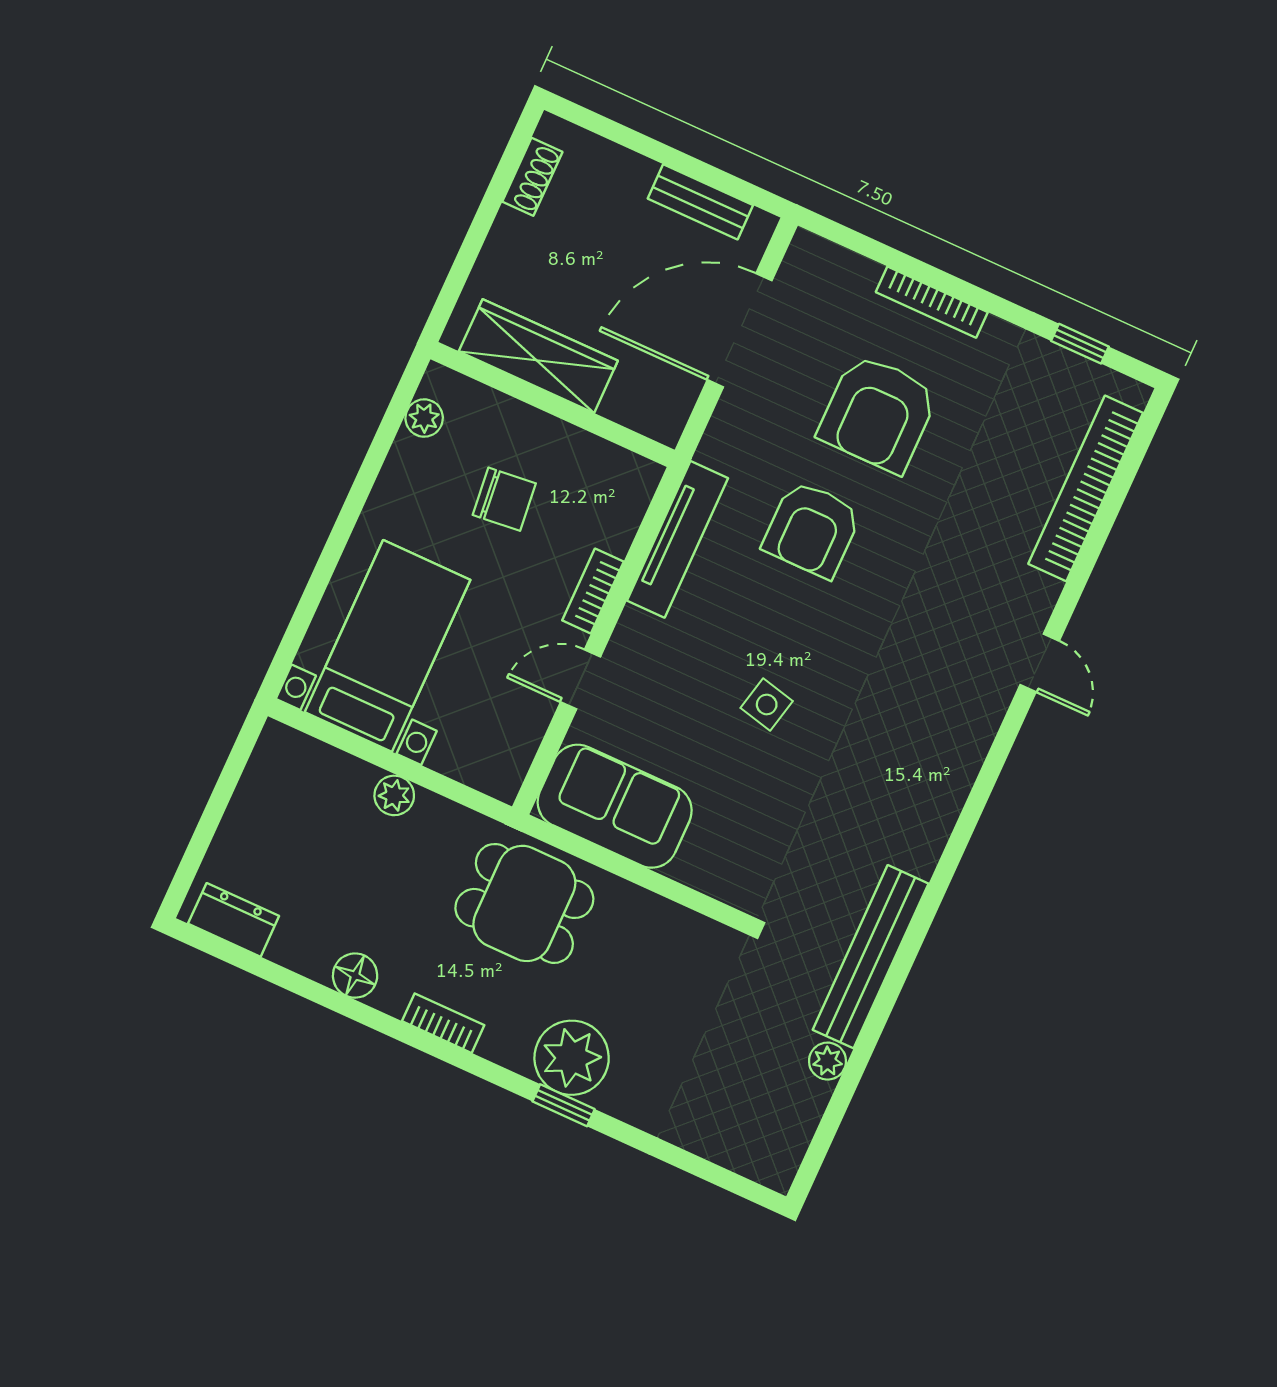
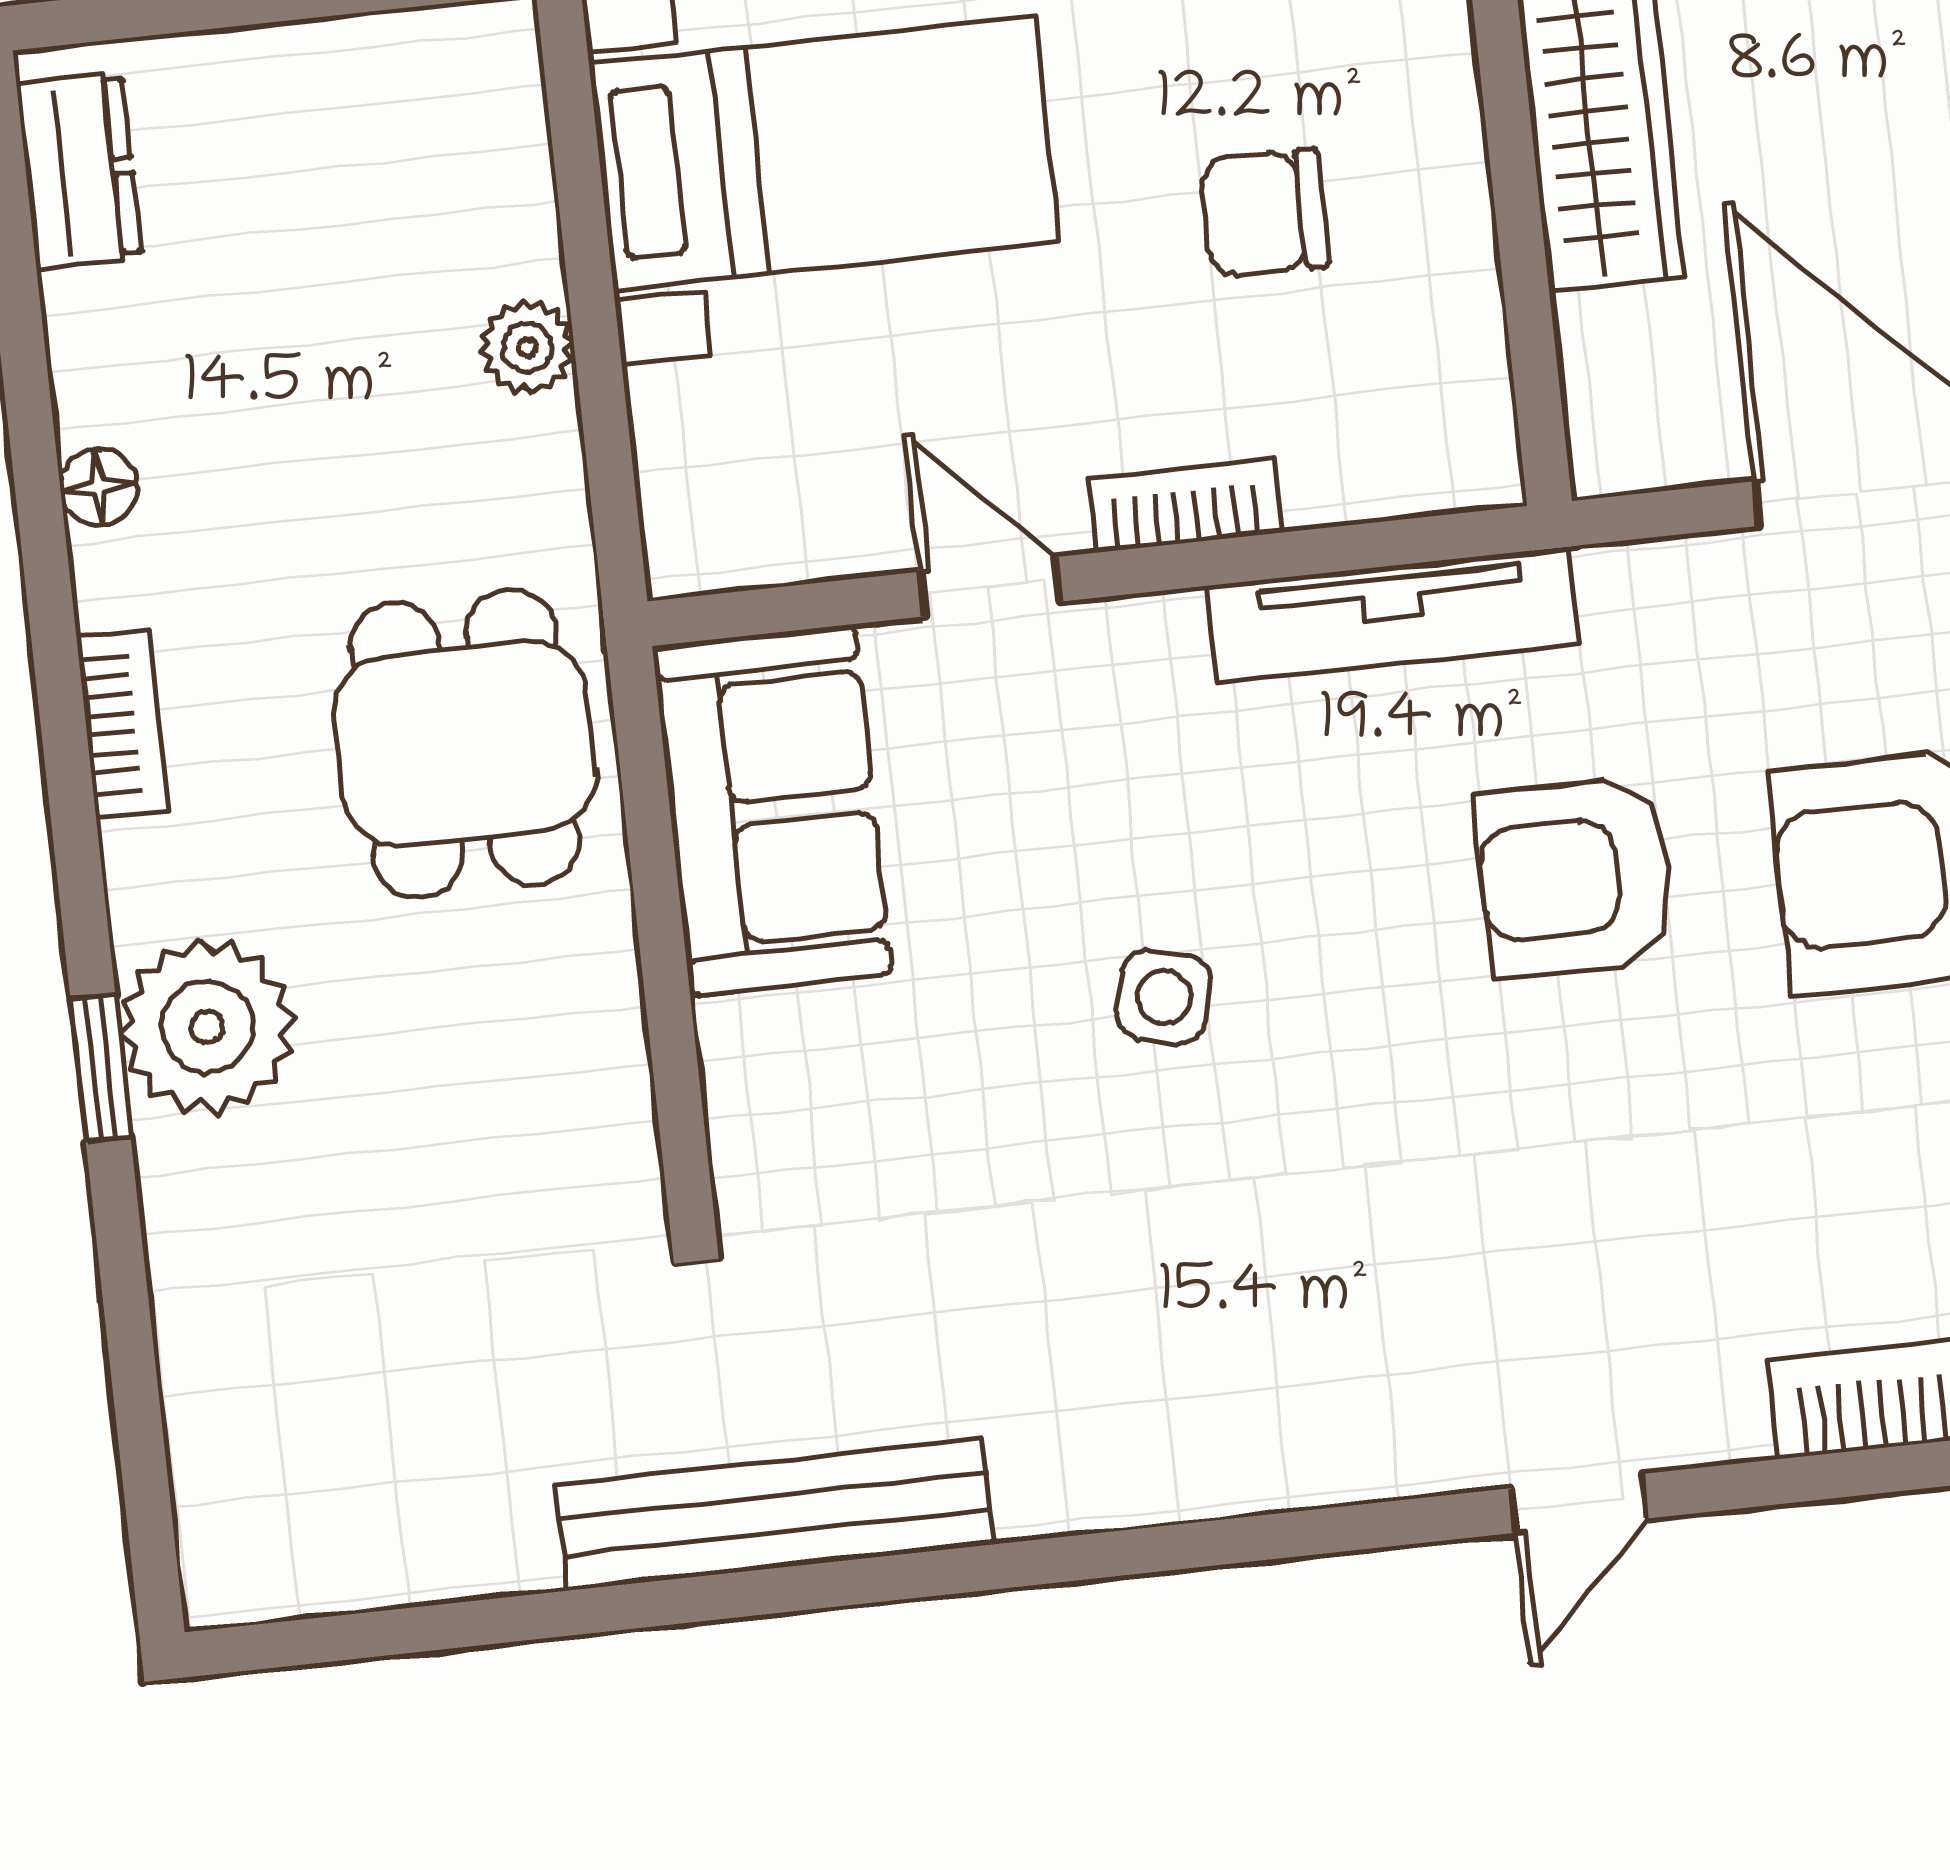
chair: (504, 499) -> (1265, 213), turned 96
floor lamp: (355, 976) -> (98, 487), width x0.73, depth x0.73
plant: (828, 1061) -> (510, 1553), removed

